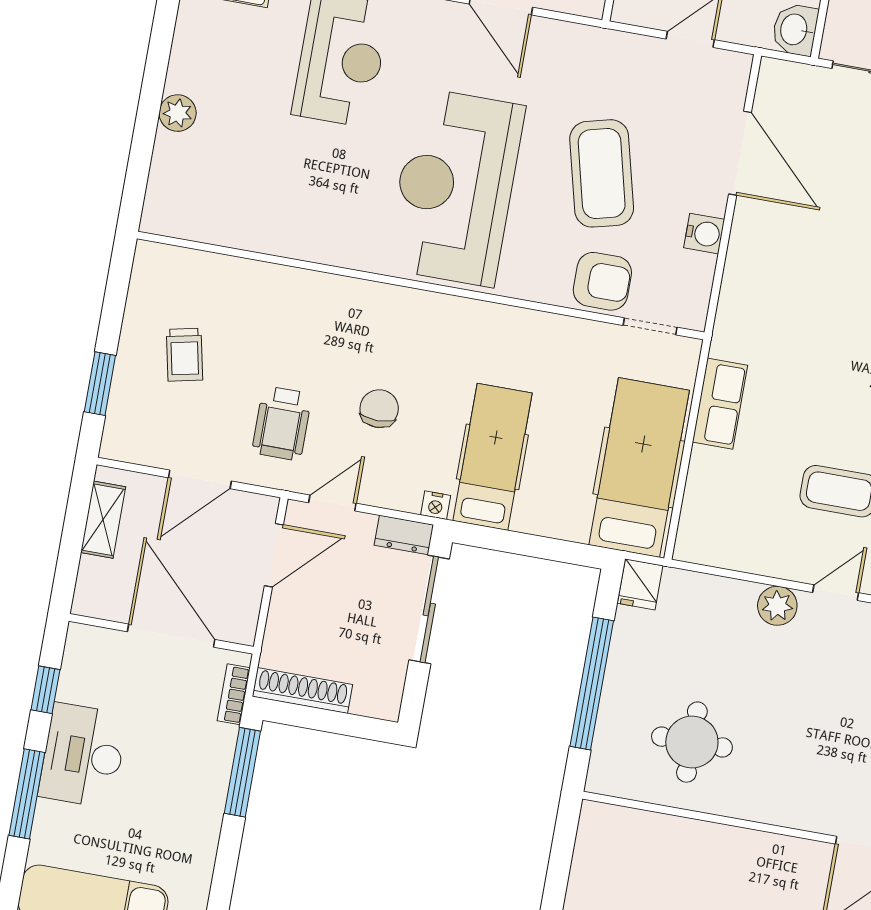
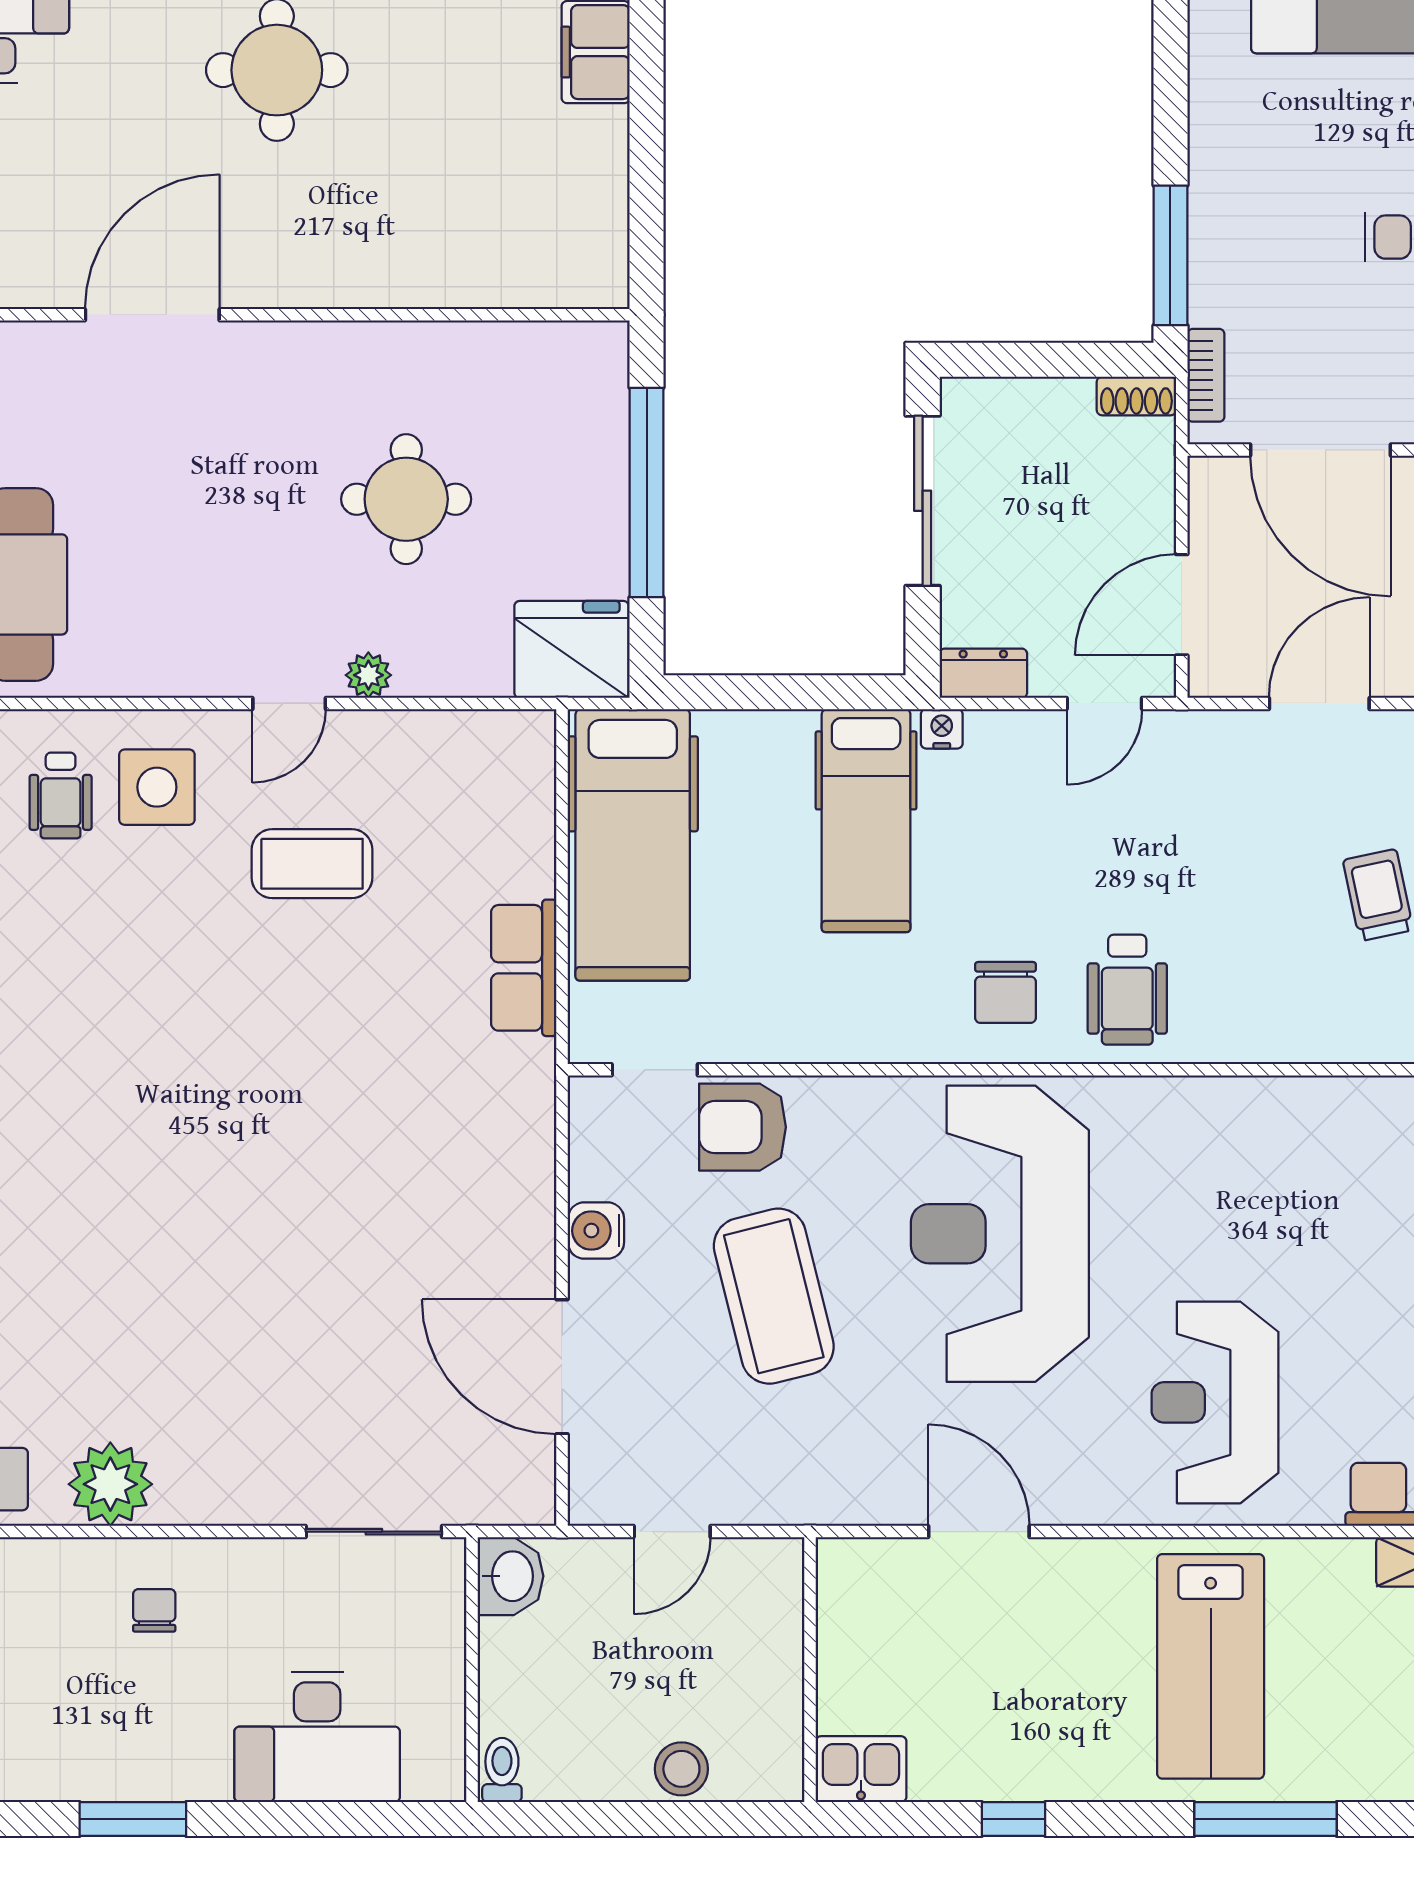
reception desk: (455, 187) -> (1000, 1234), turned 180
chair: (379, 409) -> (1005, 992), moved
wheelchair: (282, 423) -> (1127, 990), moved, turned 180
fridge: (640, 584) -> (572, 649), width x1.88, depth x1.34
plant: (777, 606) -> (368, 675), width x0.73, depth x0.73
sliding door: (429, 609) -> (923, 501), moved
shoe rack: (302, 691) -> (1136, 396), width x0.51, depth x0.81
round table: (692, 742) -> (406, 499), moved

